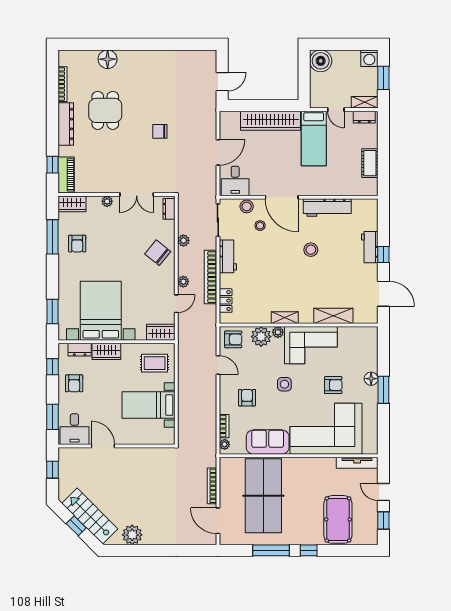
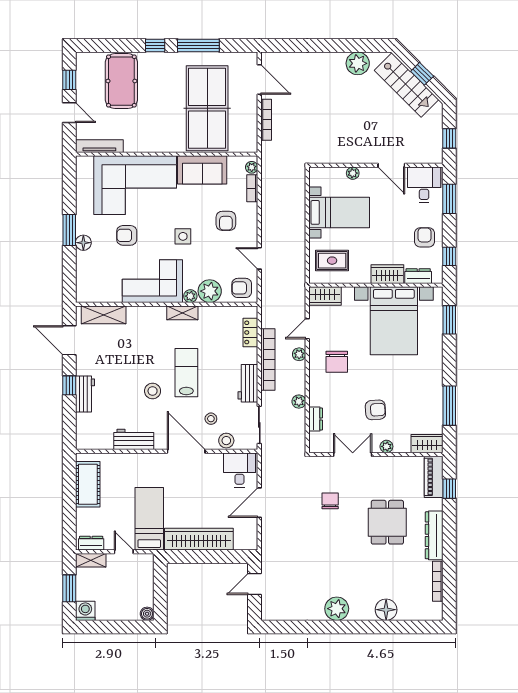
plant: (151, 60) -> (337, 609), added
boiler: (321, 61) -> (147, 614), width x0.54, depth x0.54
dining table: (105, 110) -> (387, 522), moved
chair: (160, 131) -> (330, 501), moved, turned -90
cot: (370, 163) -> (88, 484), width x1.37, depth x1.34
workbench: (327, 208) -> (134, 439), width x0.73
dresser: (169, 209) -> (316, 419), moved
armchair: (77, 244) -> (375, 410), moved, turned 86
chair: (158, 253) -> (337, 362), moved, turned 51
lab bench: (281, 266) -> (186, 373), added
shelving: (333, 316) -> (104, 315), moved
plant: (137, 439) -> (353, 173), added

